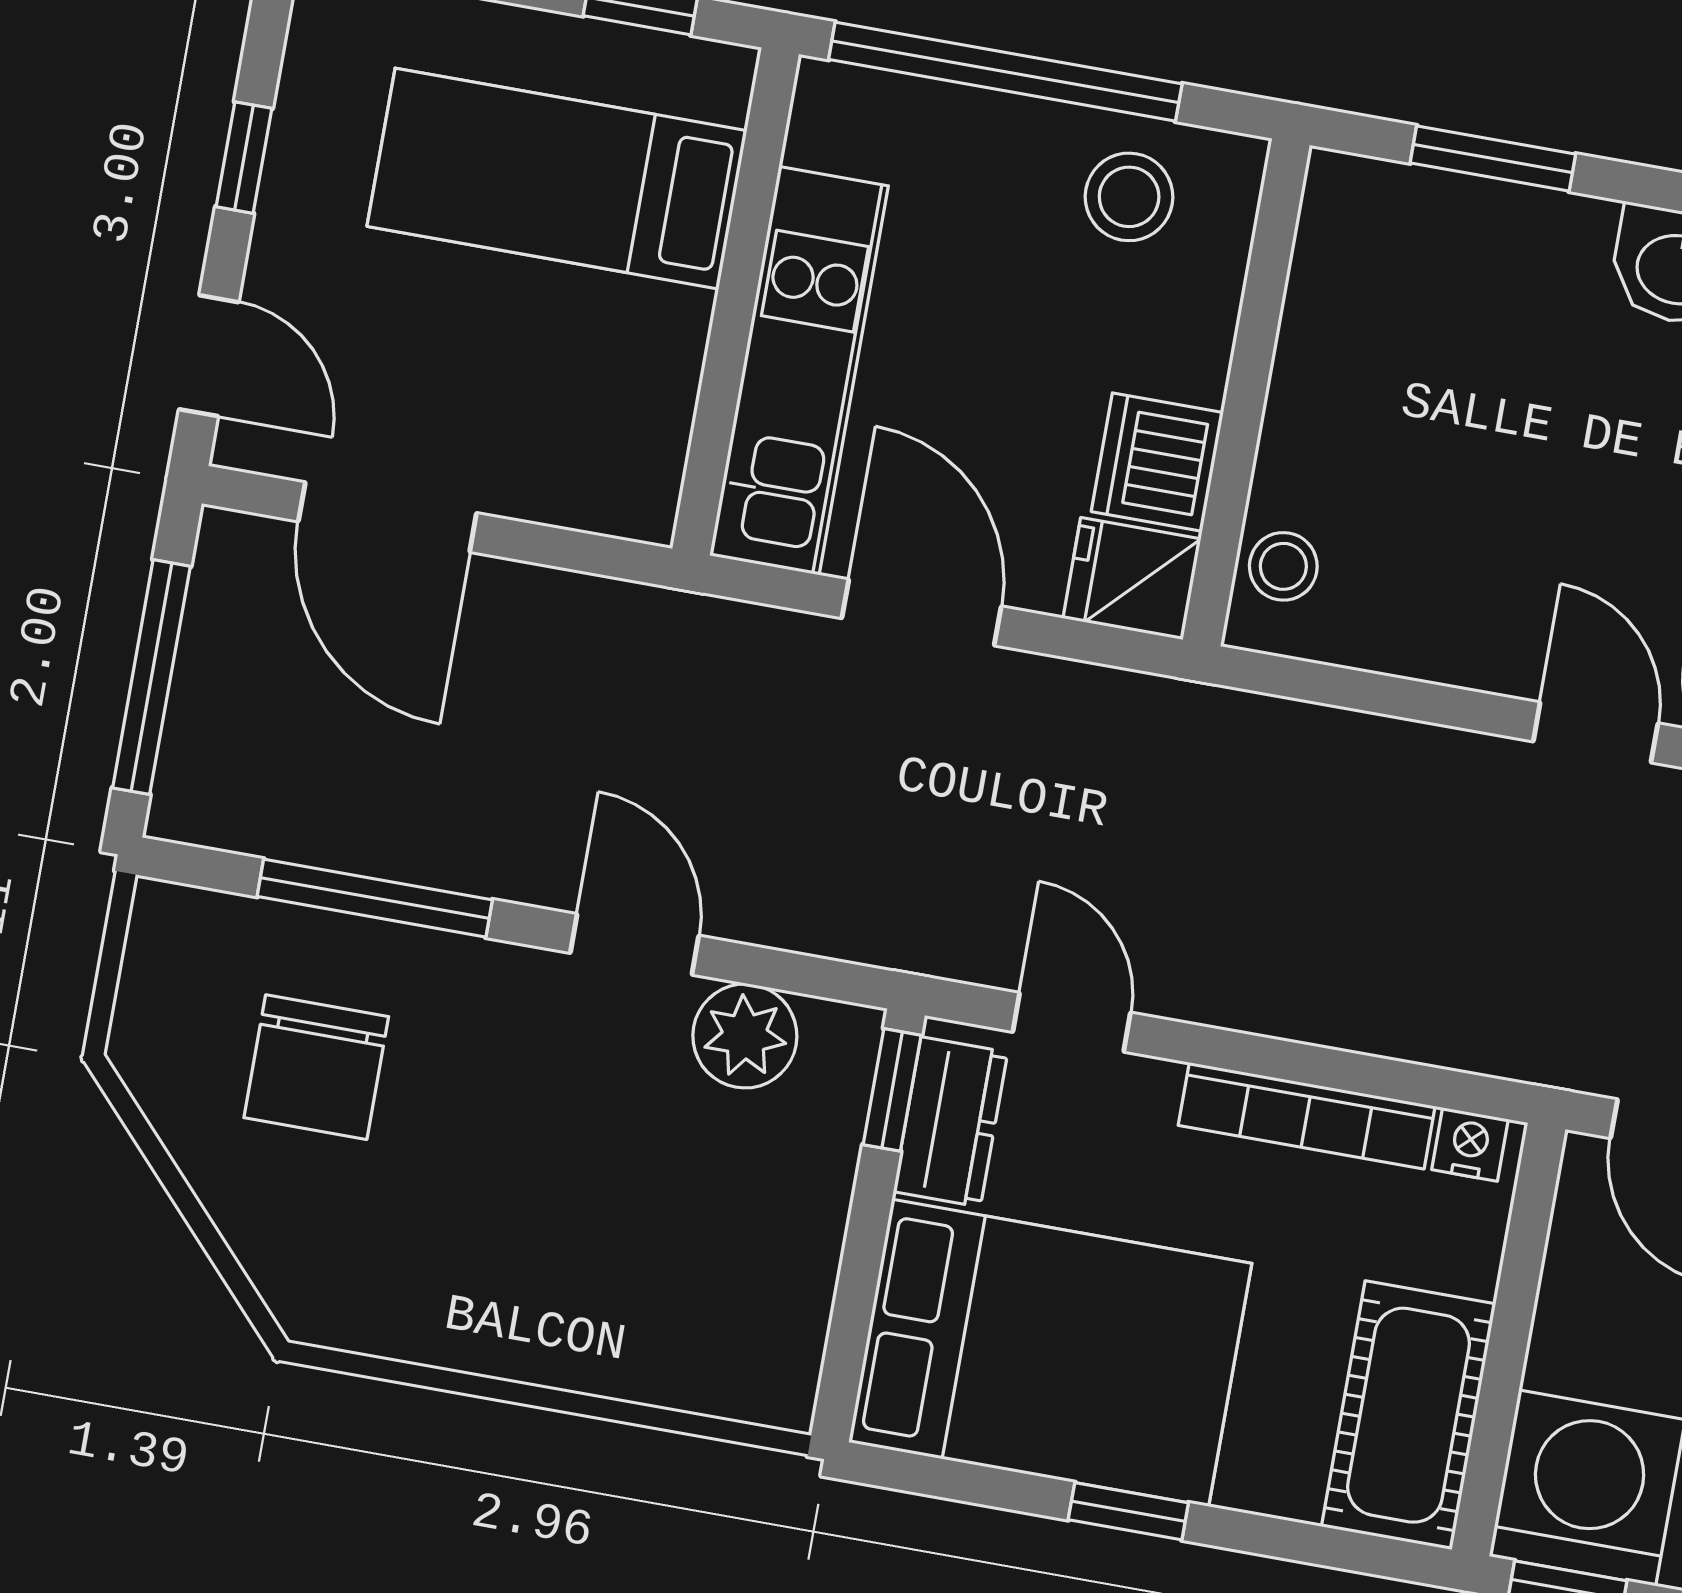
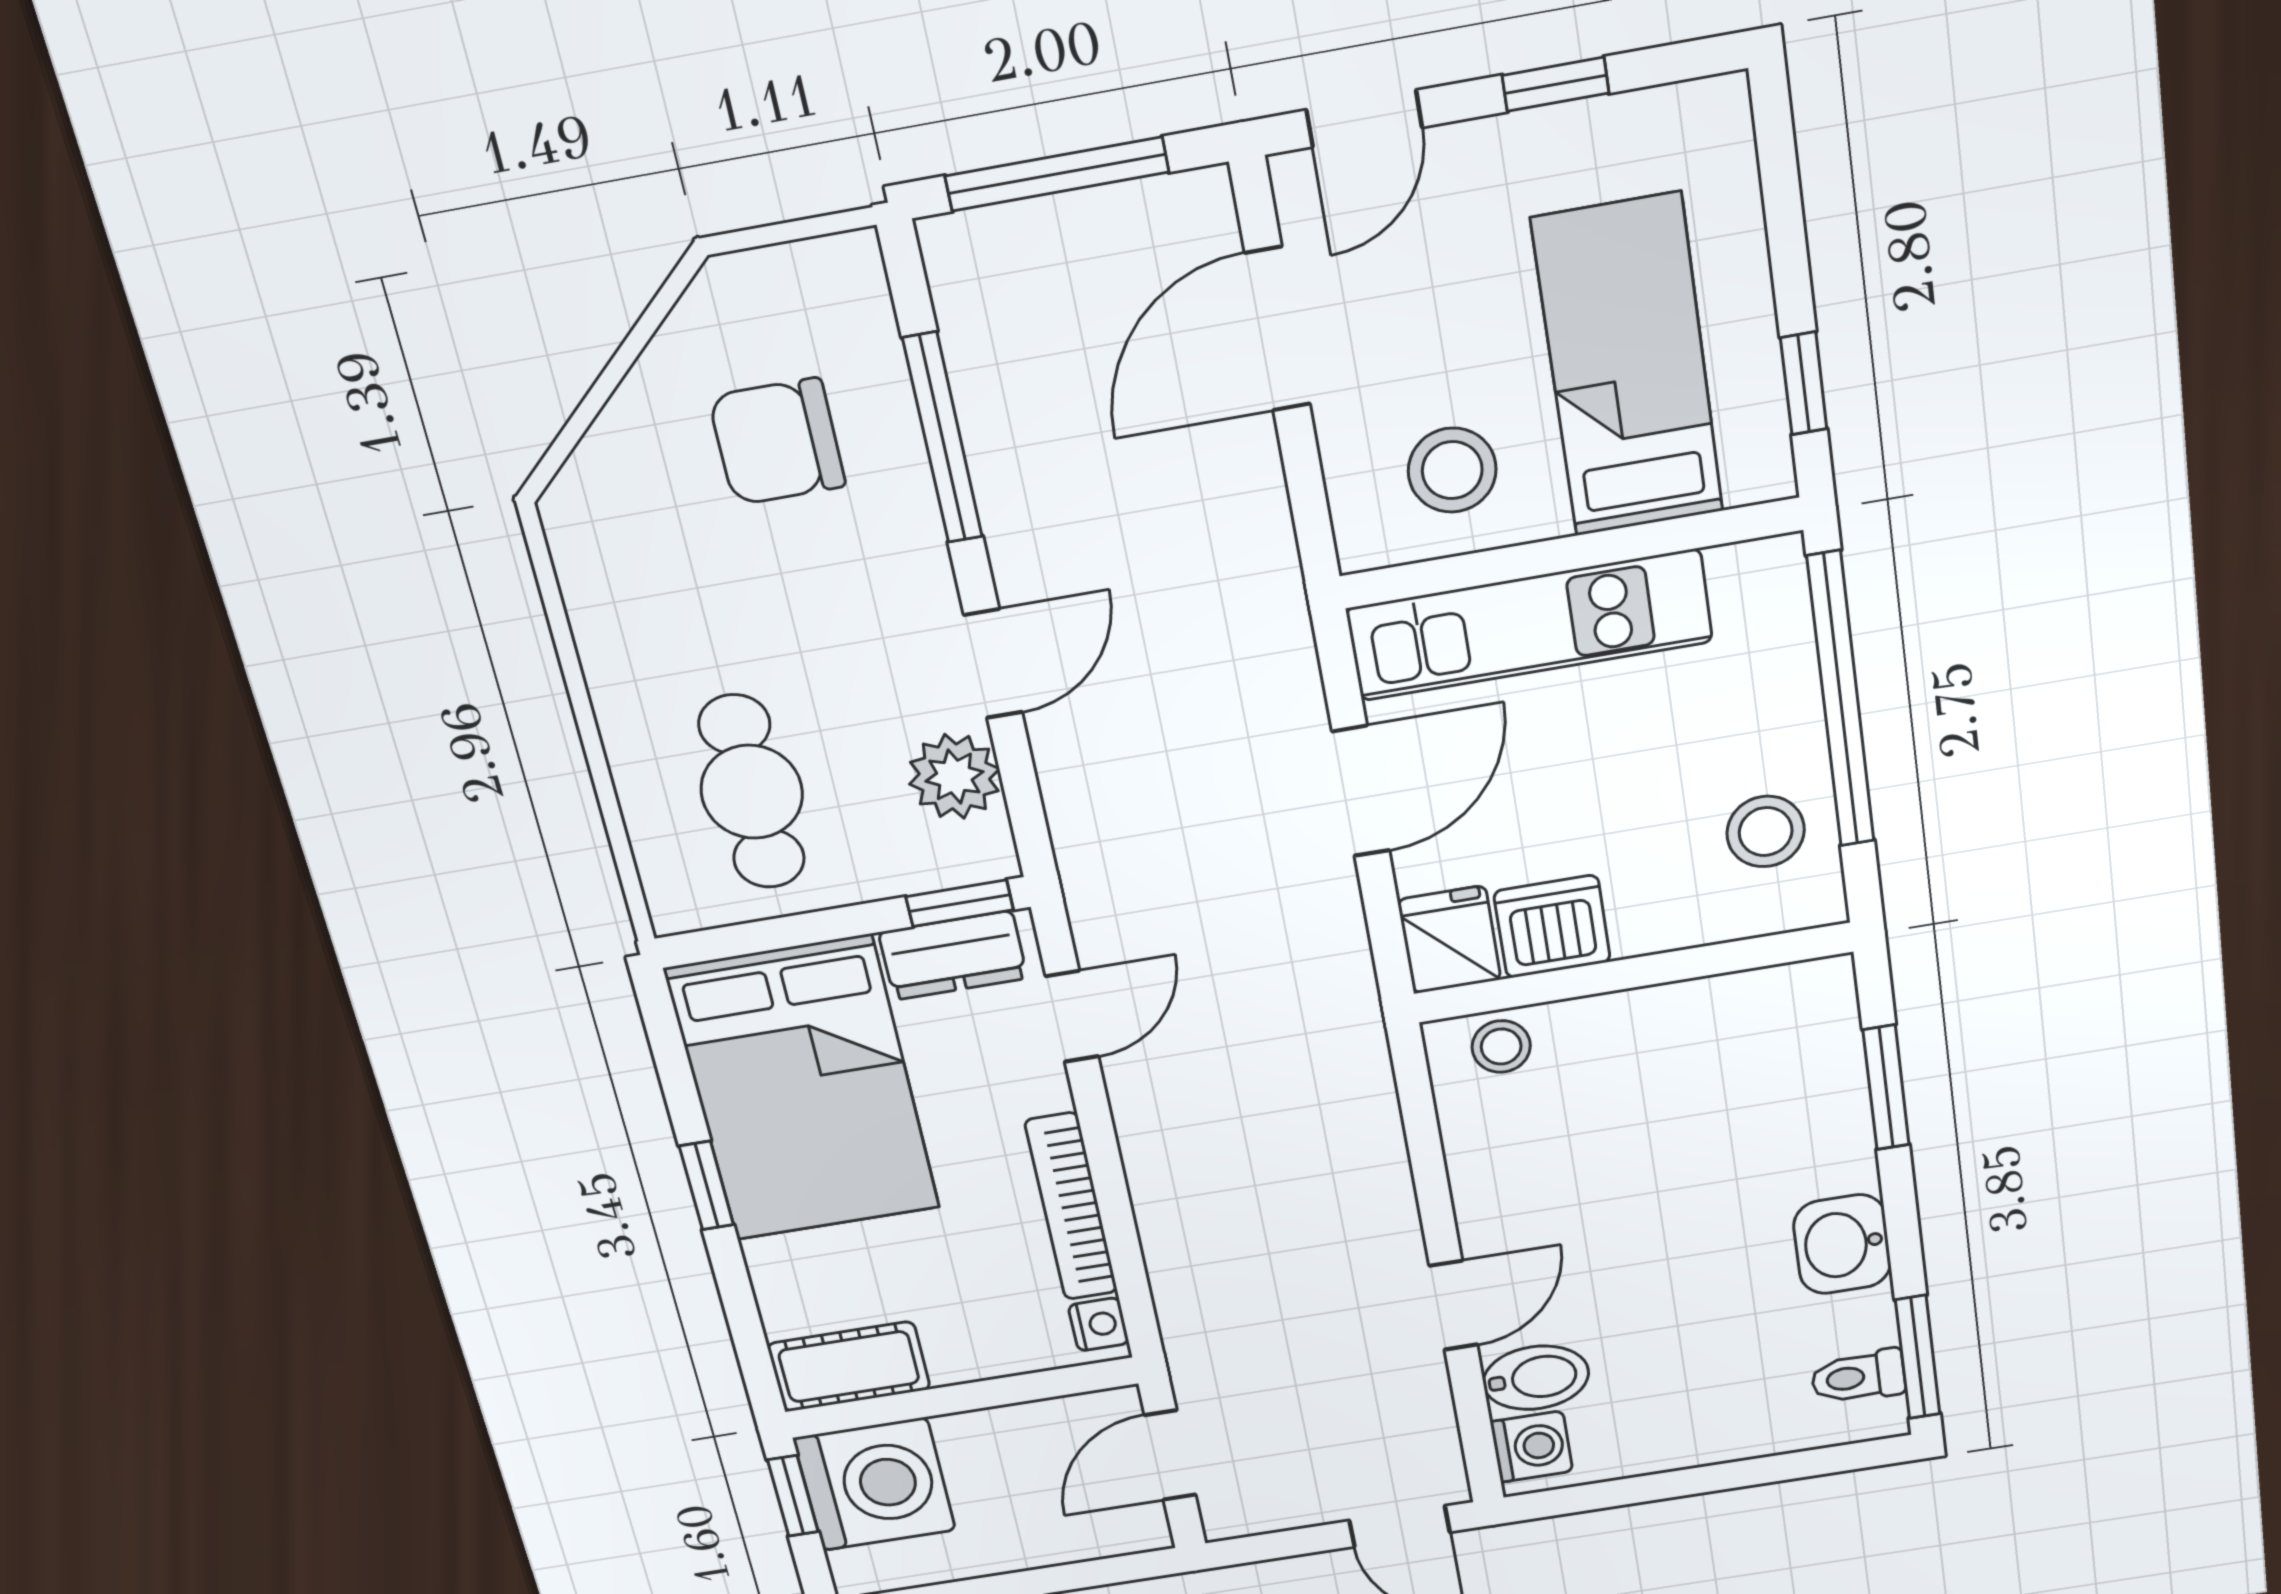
stool: (601, 393) -> (1452, 470), added
cafe table: (683, 1257) -> (752, 792), added
cot: (1409, 1415) -> (849, 1367), width x0.73, depth x0.75

